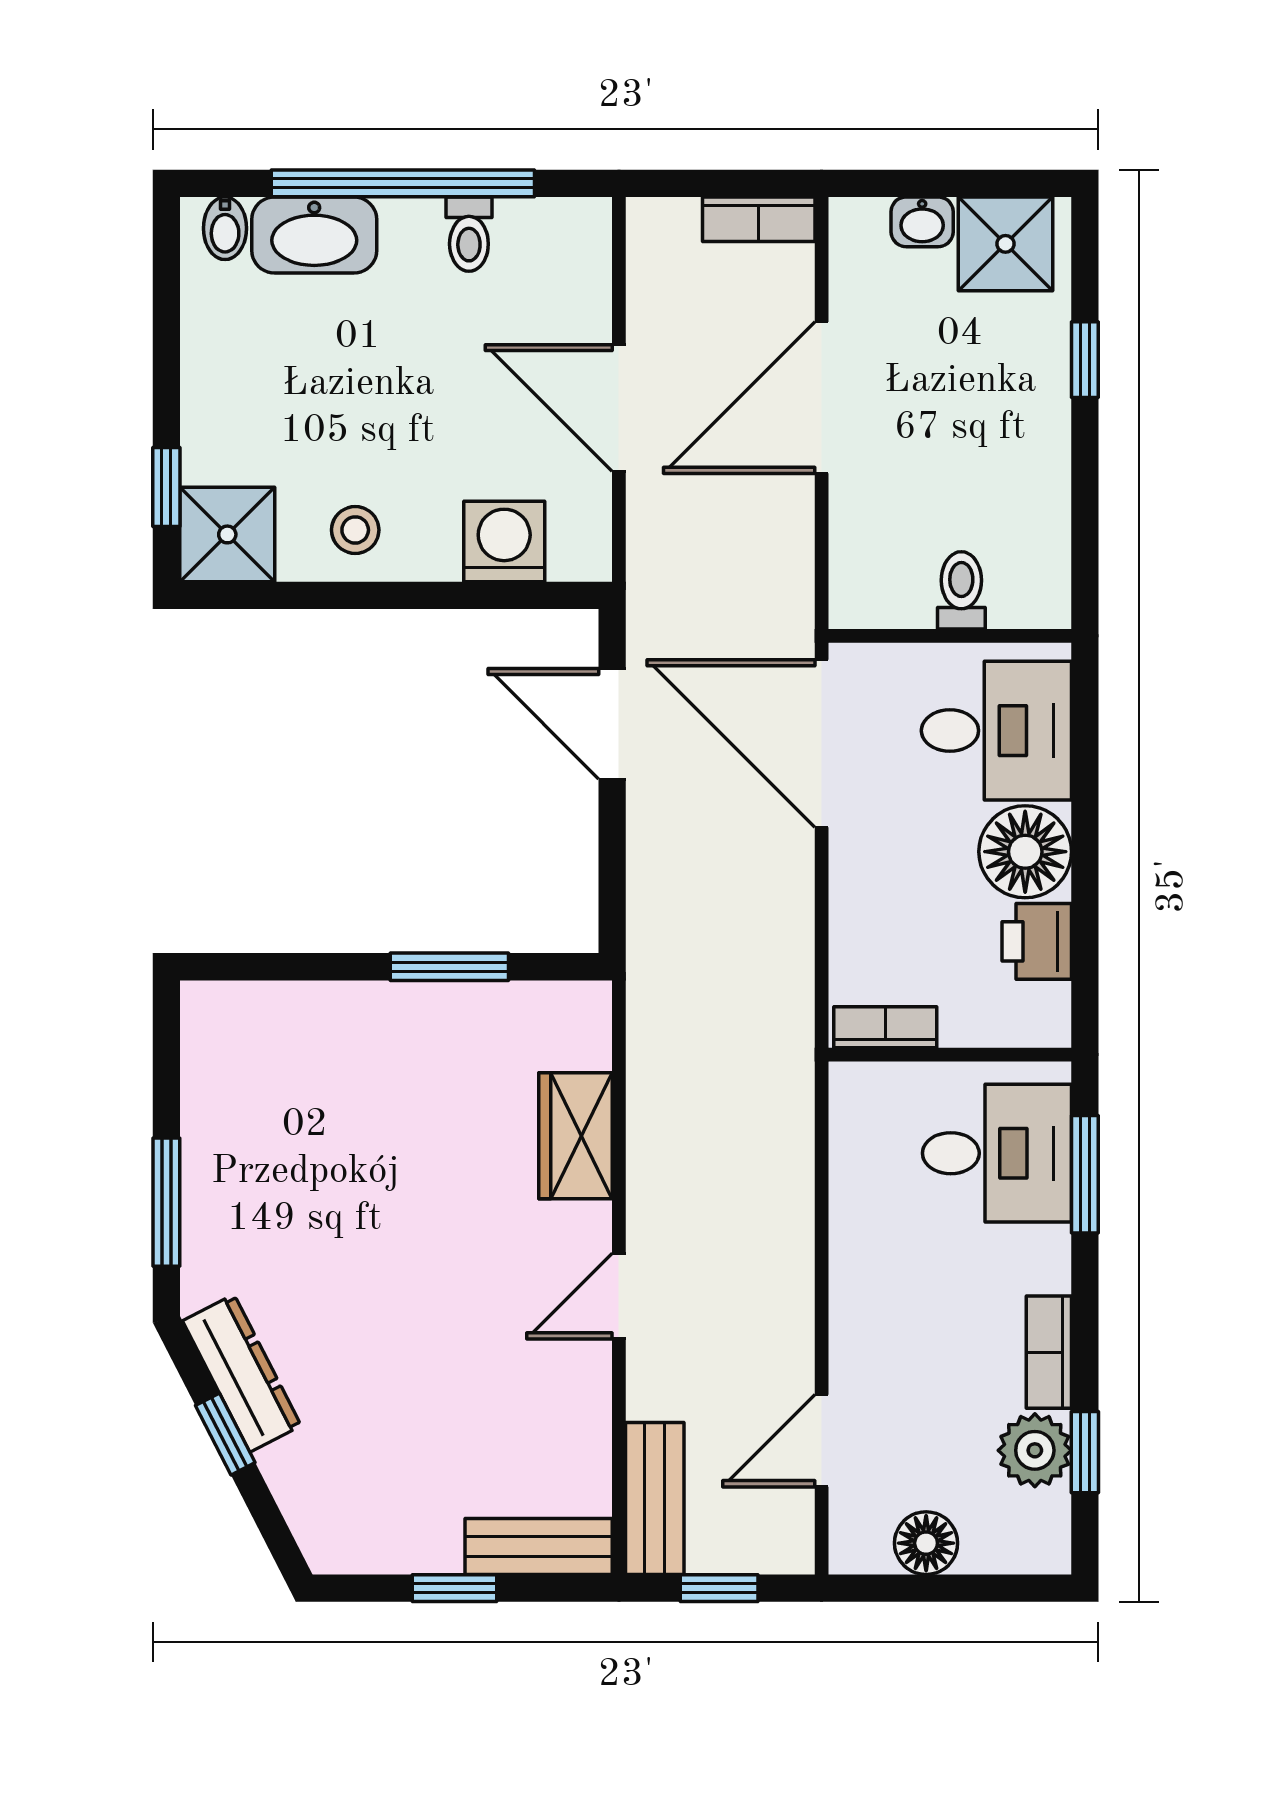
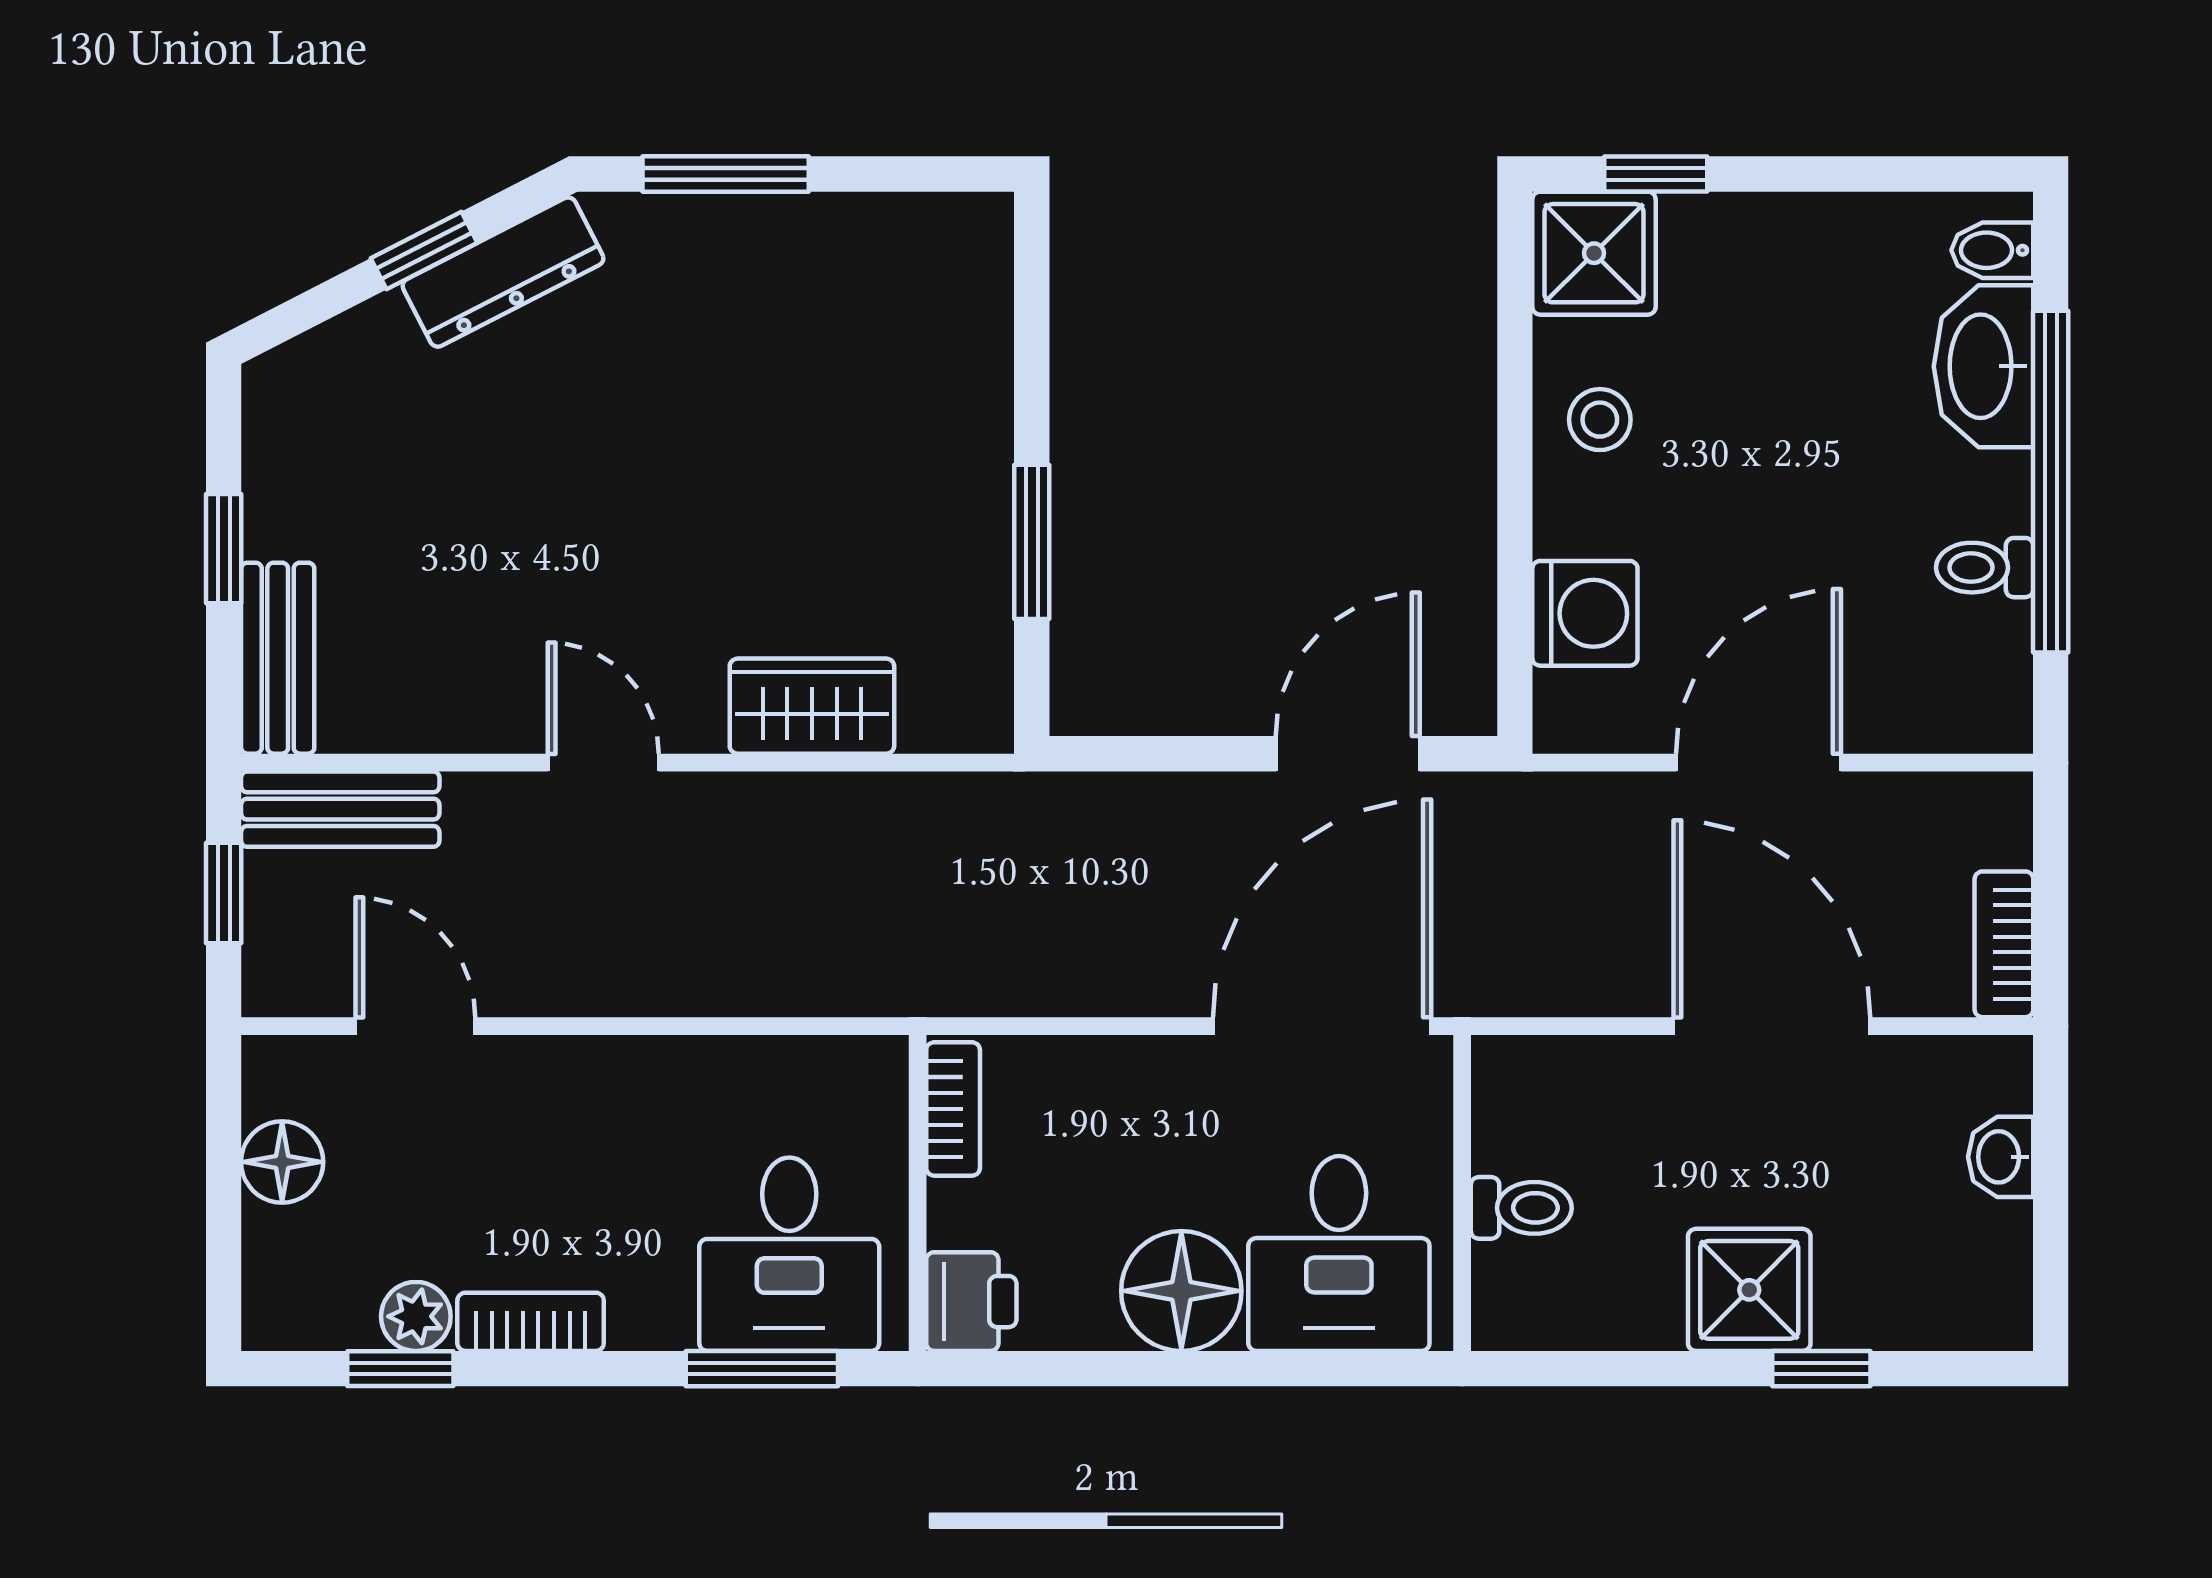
shower: (1005, 244) -> (1749, 1290), moved
printer: (1037, 941) -> (971, 1302), moved, turned 90
plant: (1035, 1450) -> (416, 1316), width x0.73, depth x0.73

